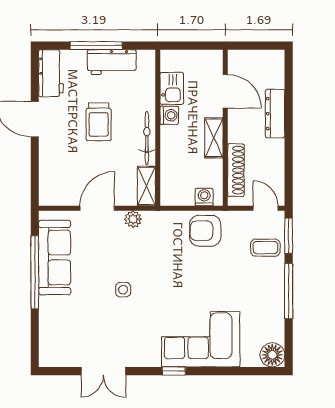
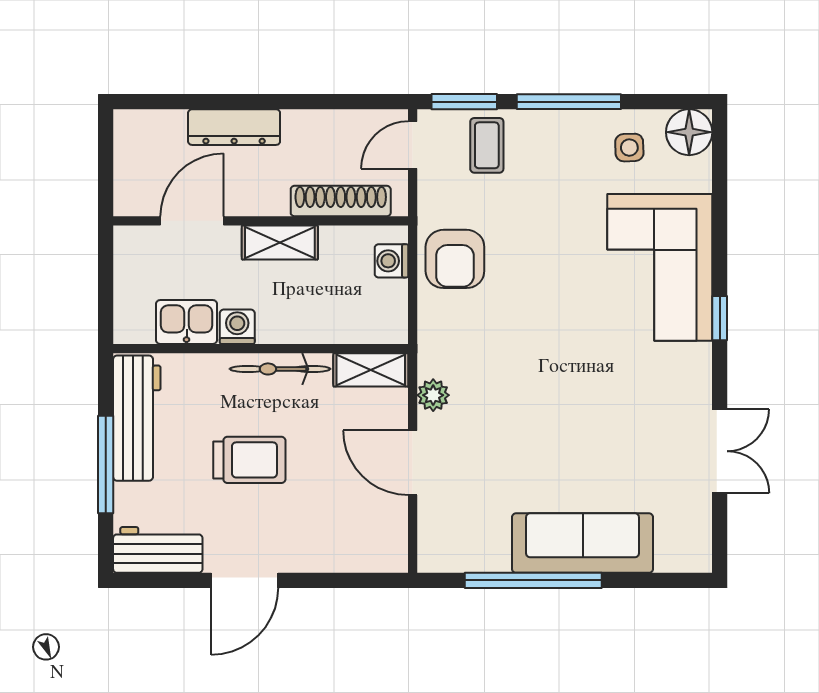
workbench: (112, 62) -> (137, 418), width x1.38
sofa: (55, 258) -> (583, 543), moved
side table: (123, 290) -> (629, 148), moved

